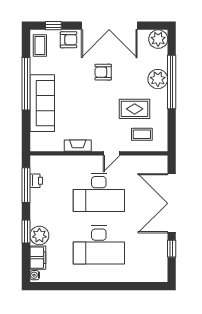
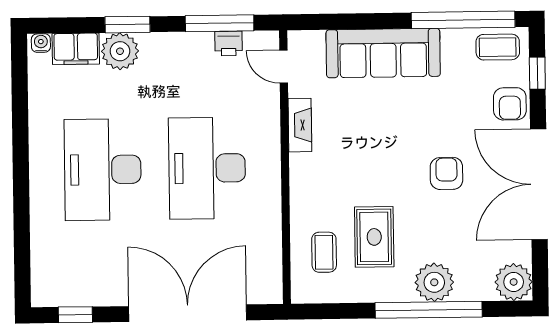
window: (26, 84) -> (463, 20), moved
door: (112, 153) -> (284, 67), moved
window: (172, 249) -> (75, 315), moved

